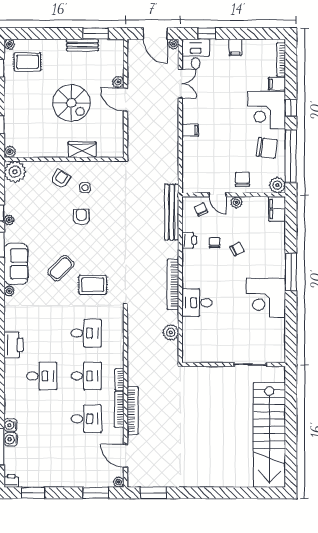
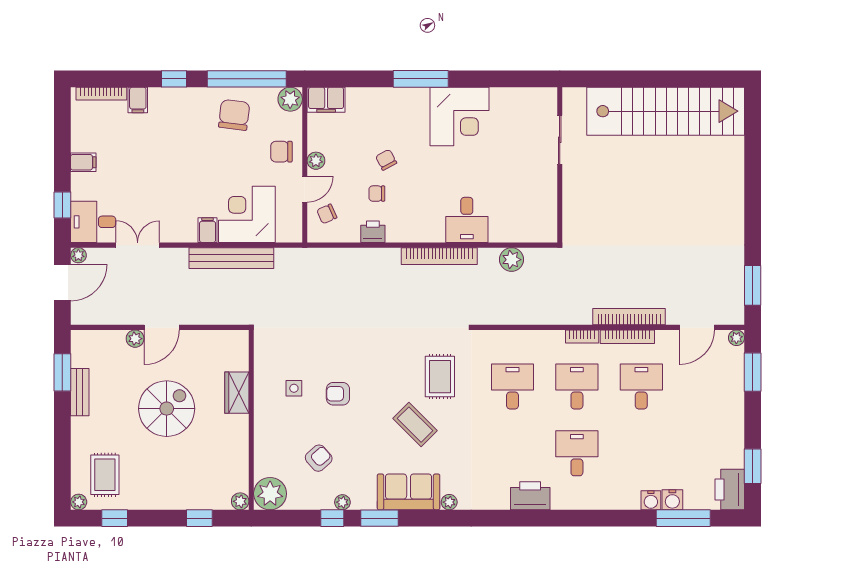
corner desk: (267, 110) -> (247, 214), moved, turned 180
armchair: (60, 179) -> (319, 458), moved, turned 107
bench: (172, 212) -> (231, 258), moved
printer: (11, 481) -> (730, 490), width x1.87, depth x1.48

